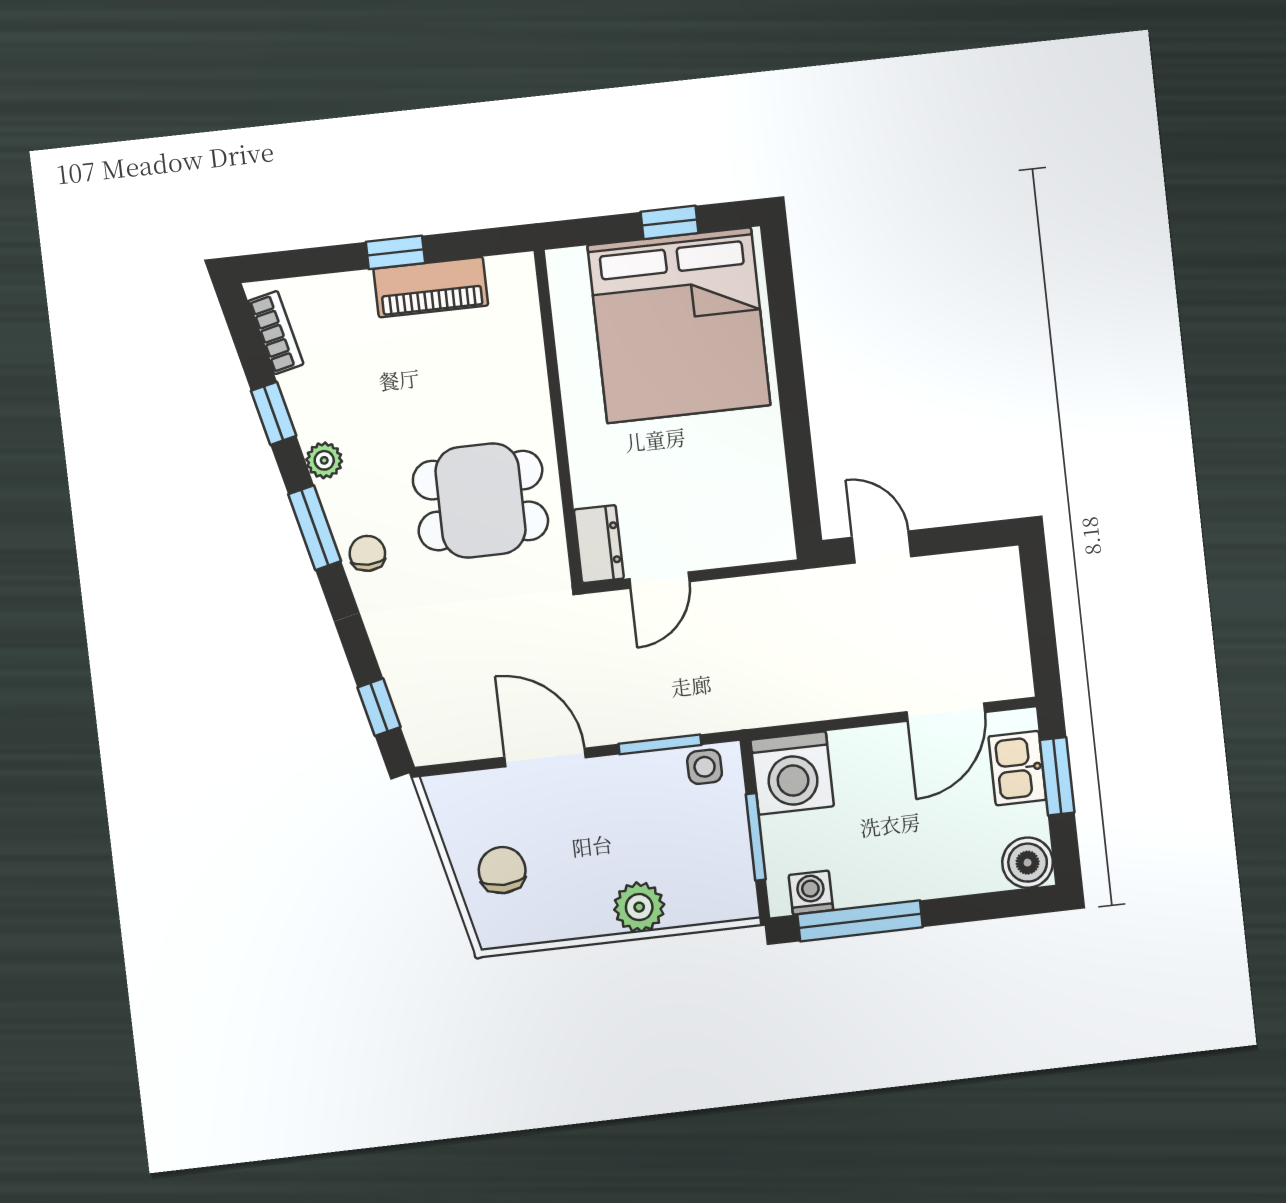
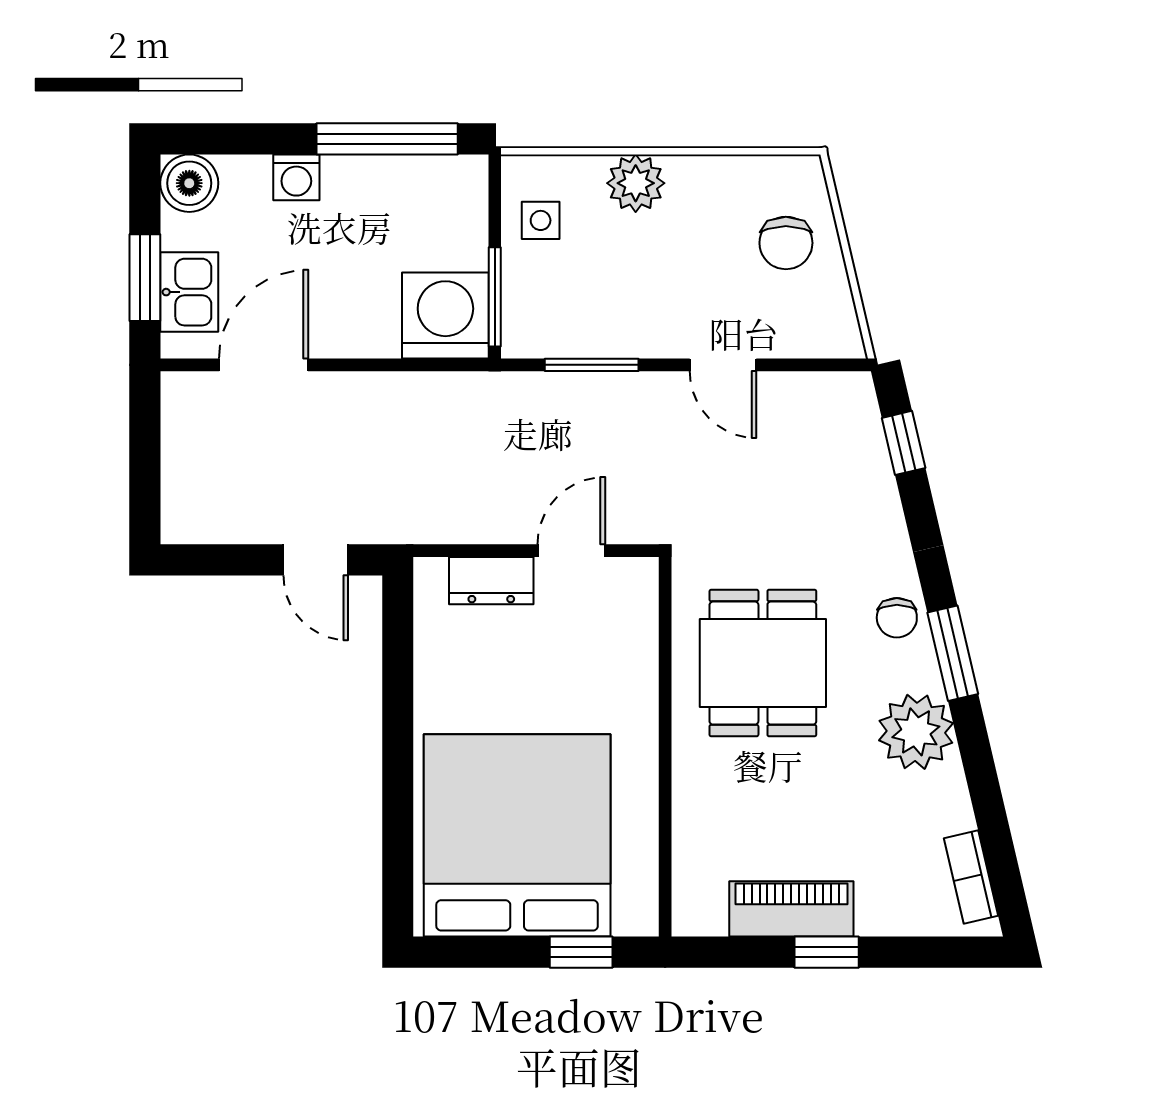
window: (670, 222) -> (581, 952), moved
window: (274, 413) -> (984, 787), removed
plant: (324, 460) -> (916, 732), width x1.88, depth x1.88
dining table: (480, 501) -> (763, 663), turned 90
dresser: (599, 544) -> (491, 581), moved, turned -90
door: (545, 757) -> (723, 365), width x0.73
side table: (705, 767) -> (541, 220), moved
window: (756, 837) -> (495, 297), moved
washing machine: (811, 893) -> (296, 177), moved

